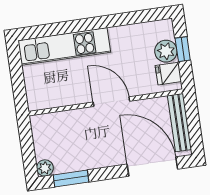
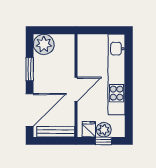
kitchen unit: (64, 46) -> (117, 75), width x1.36
plant: (45, 168) -> (44, 44), width x1.87, depth x1.87
window: (71, 178) -> (30, 69), moved

